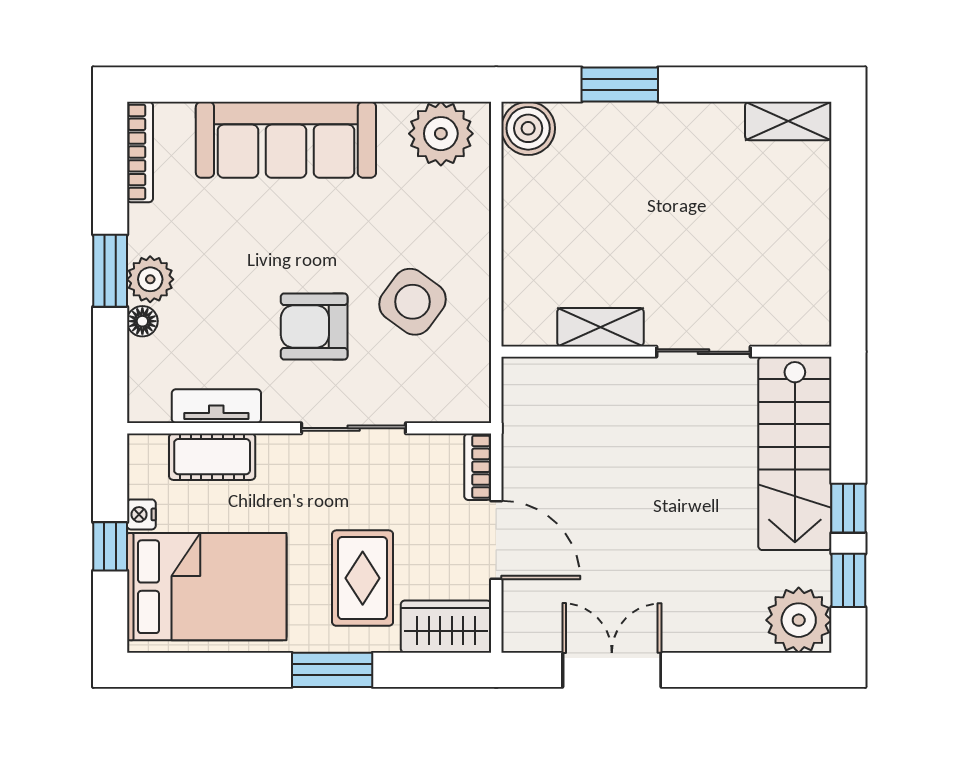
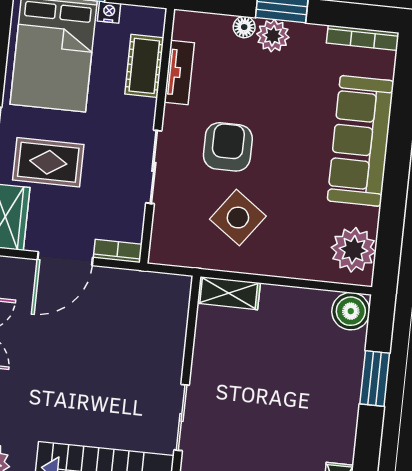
shelving: (600, 327) -> (229, 293), moved, turned 90

